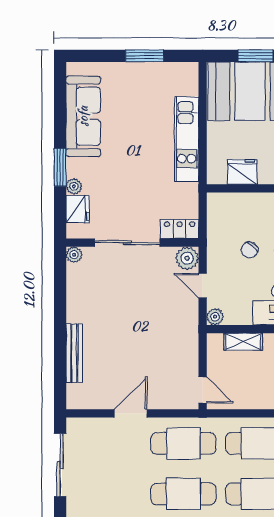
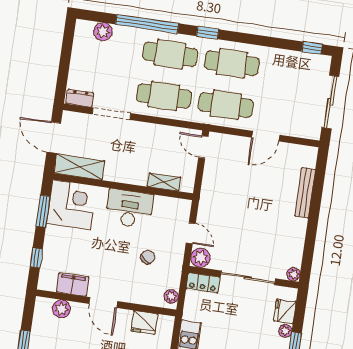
plant: (215, 317) -> (171, 296), moved

